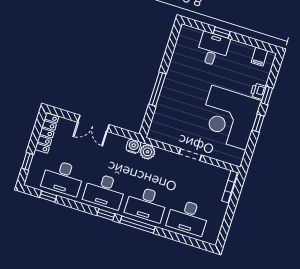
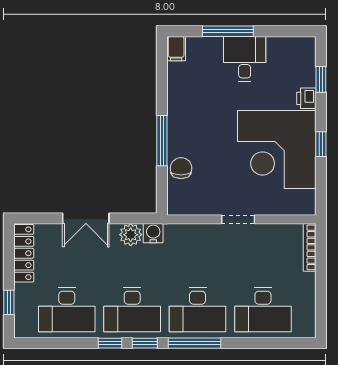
window: (222, 33) -> (228, 31), width x2.17
desk: (213, 49) -> (245, 59), moved
filing cabinet: (259, 57) -> (176, 49), moved
window: (267, 96) -> (321, 79), moved
chair: (164, 110) -> (181, 168), added
plant: (147, 152) -> (131, 235), moved
window: (48, 197) -> (110, 343), moved

